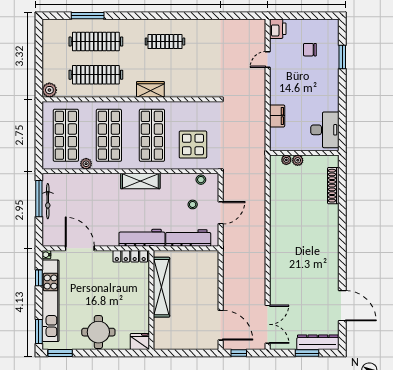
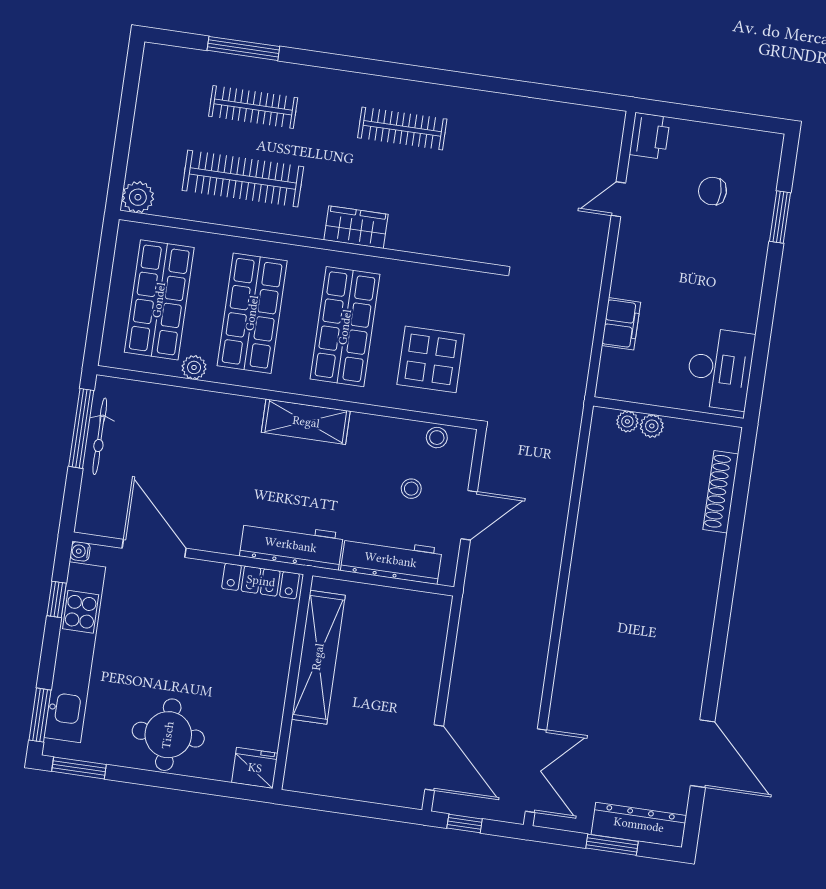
clothes rail: (96, 42) -> (253, 107), width x0.73, depth x0.76

